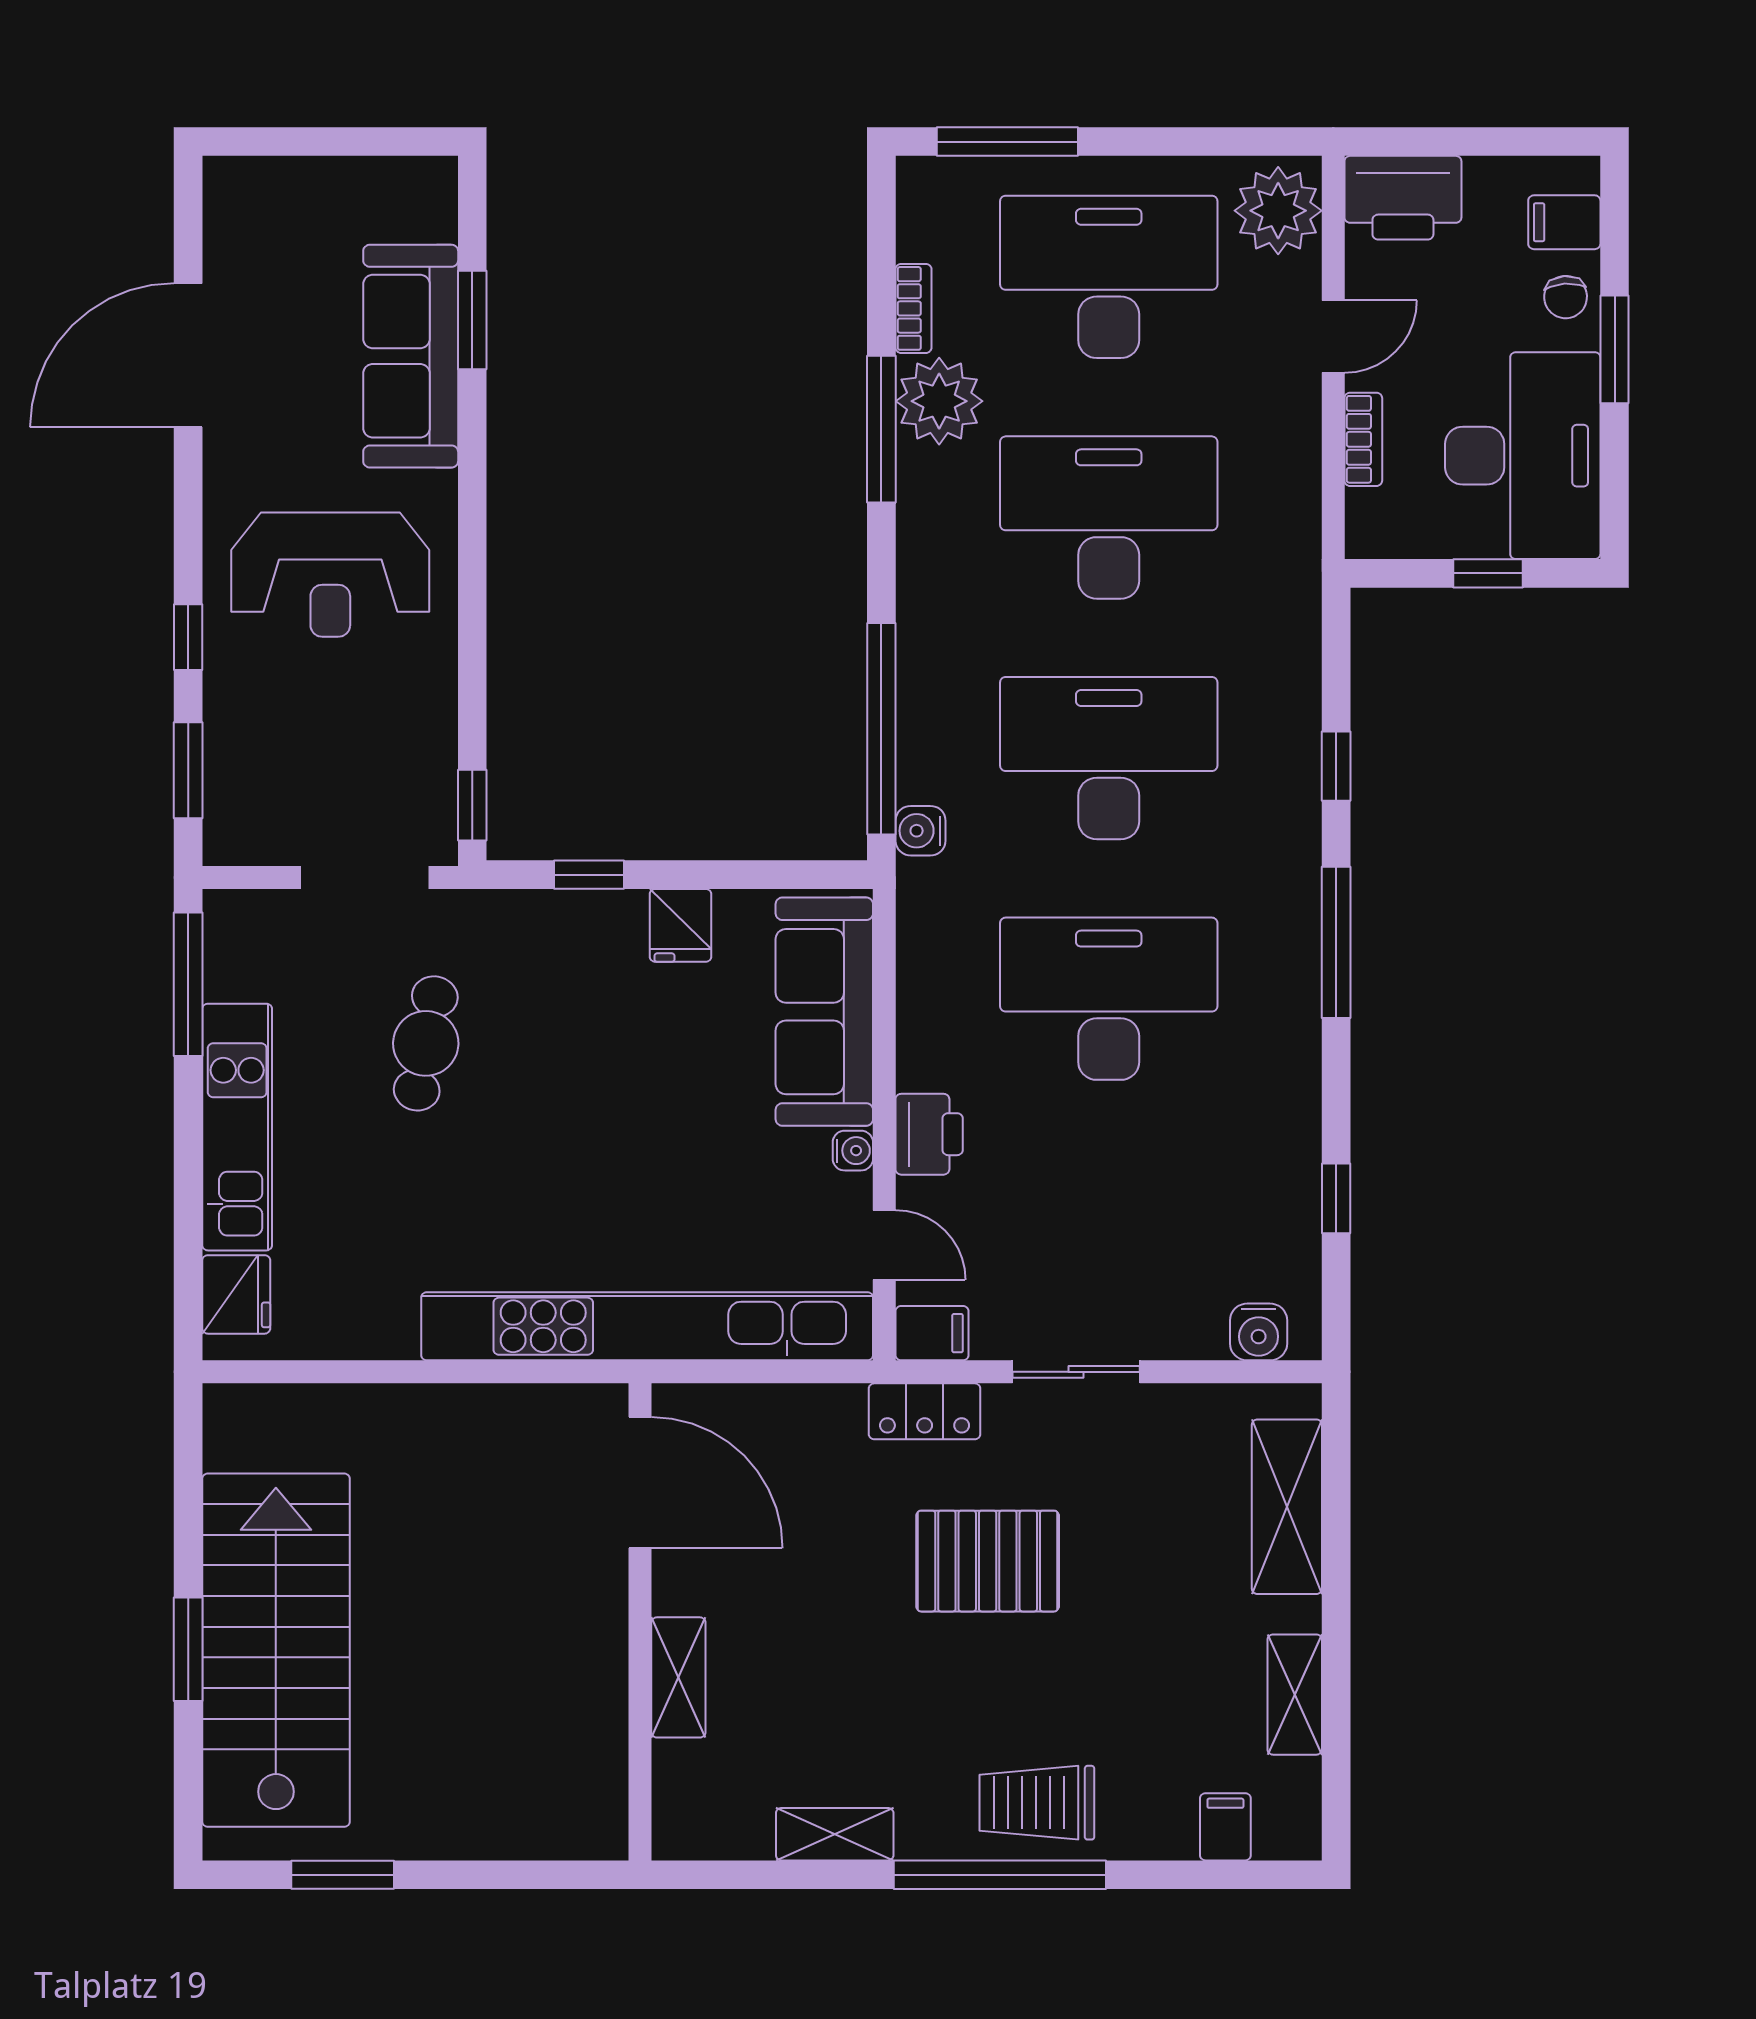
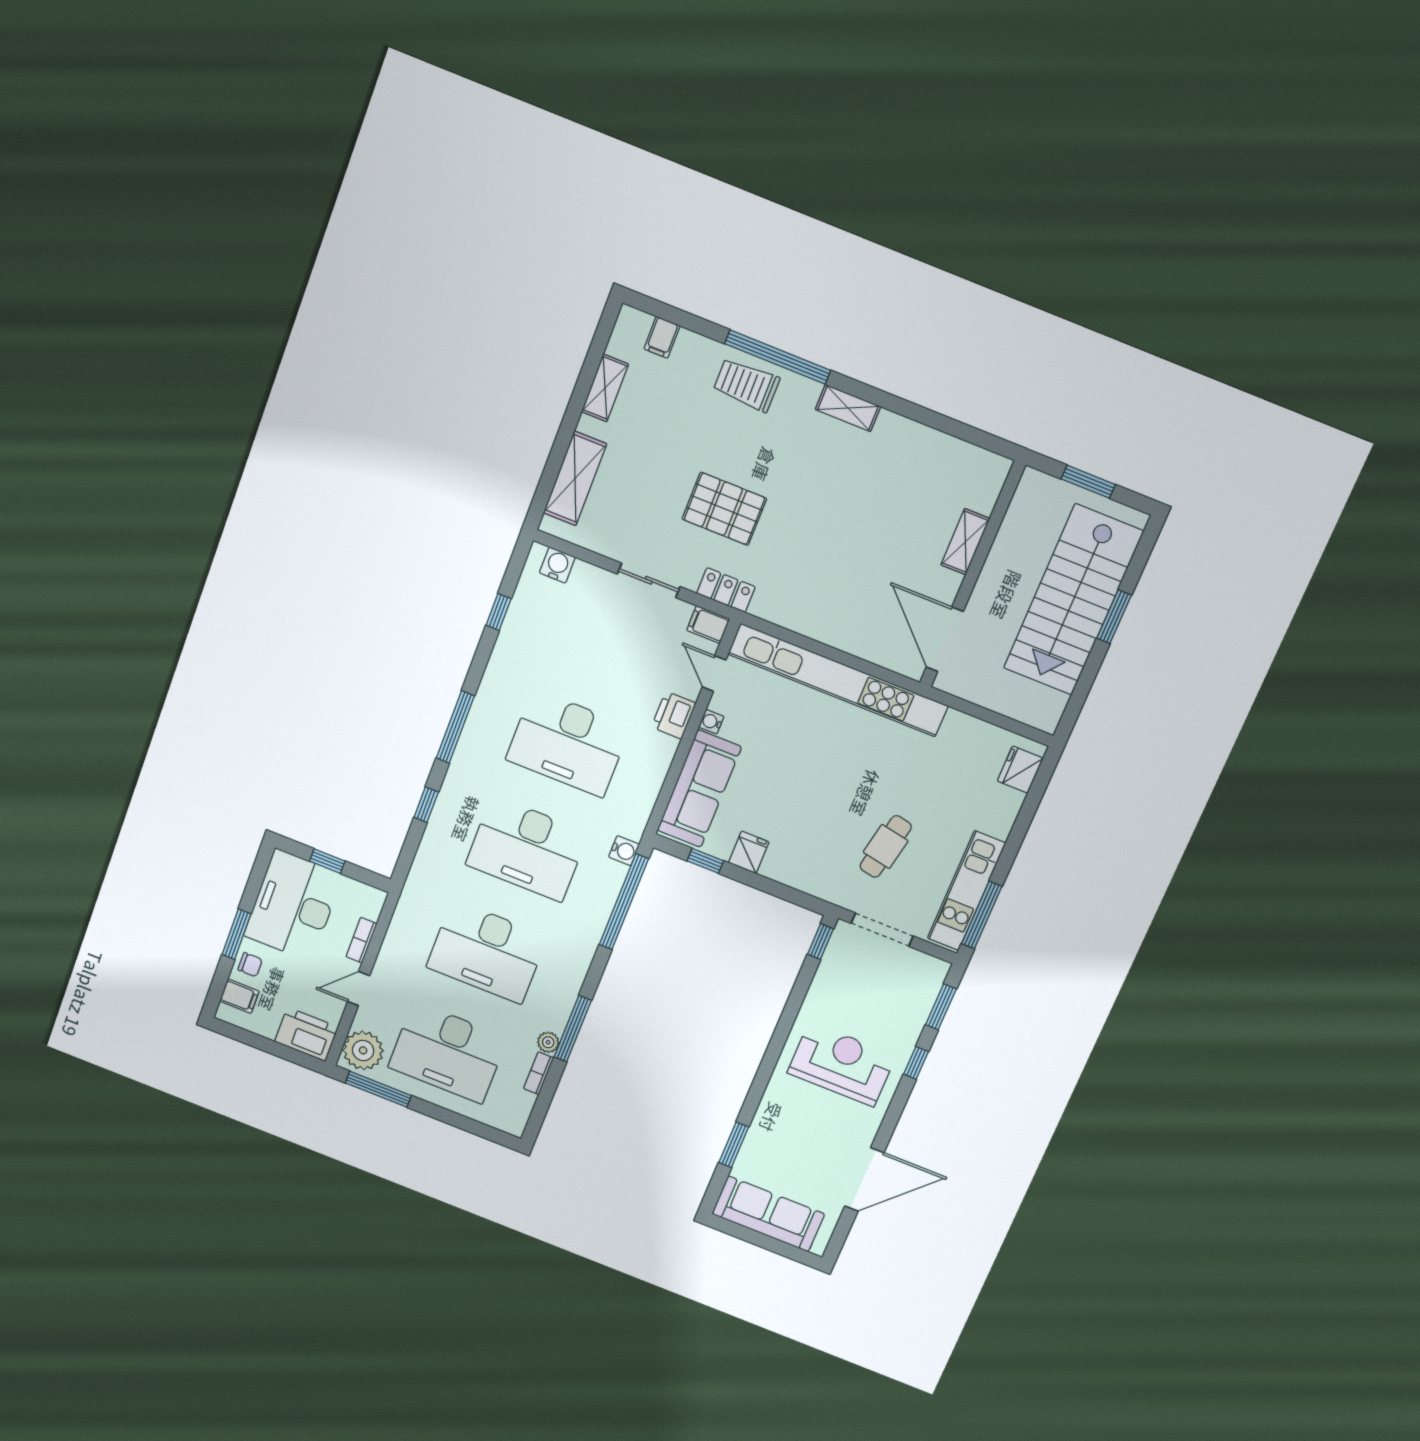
window: (1007, 142) -> (378, 1089), moved
chair: (1566, 297) -> (250, 965), turned 94
sofa: (411, 356) -> (768, 1214), moved, turned -90
plant: (939, 401) -> (548, 1042), width x0.53, depth x0.53
window: (589, 875) -> (705, 861), moved
kitchen unit: (237, 1127) -> (966, 891), moved
door: (640, 1483) -> (945, 639), moved
wall: (640, 1622) -> (972, 575), moved
shelving: (678, 1677) -> (965, 542), moved
trolley: (1037, 1803) -> (746, 385), turned 180

